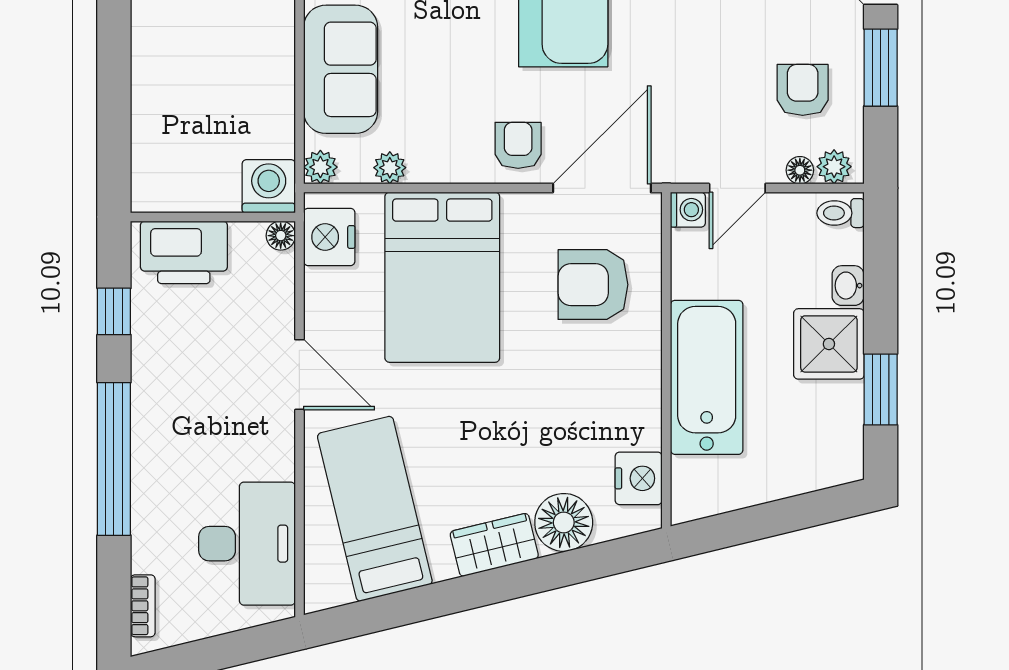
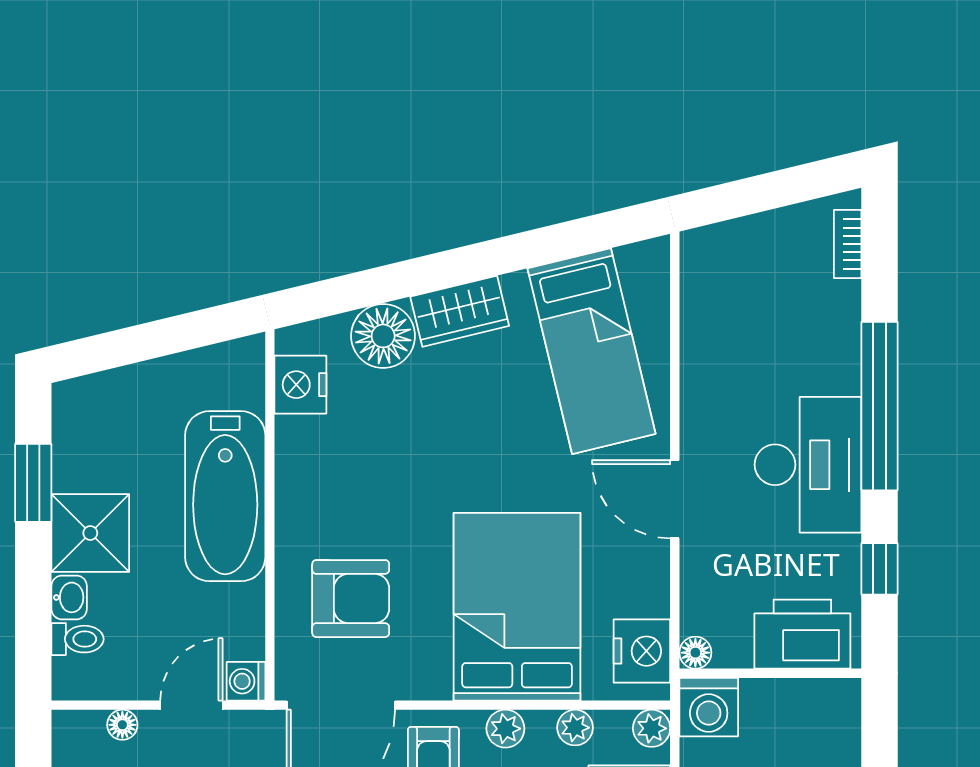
plant: (834, 167) -> (505, 729), moved
toilet: (841, 213) -> (77, 639), moved
desk: (247, 544) -> (808, 465), moved, turned 180

